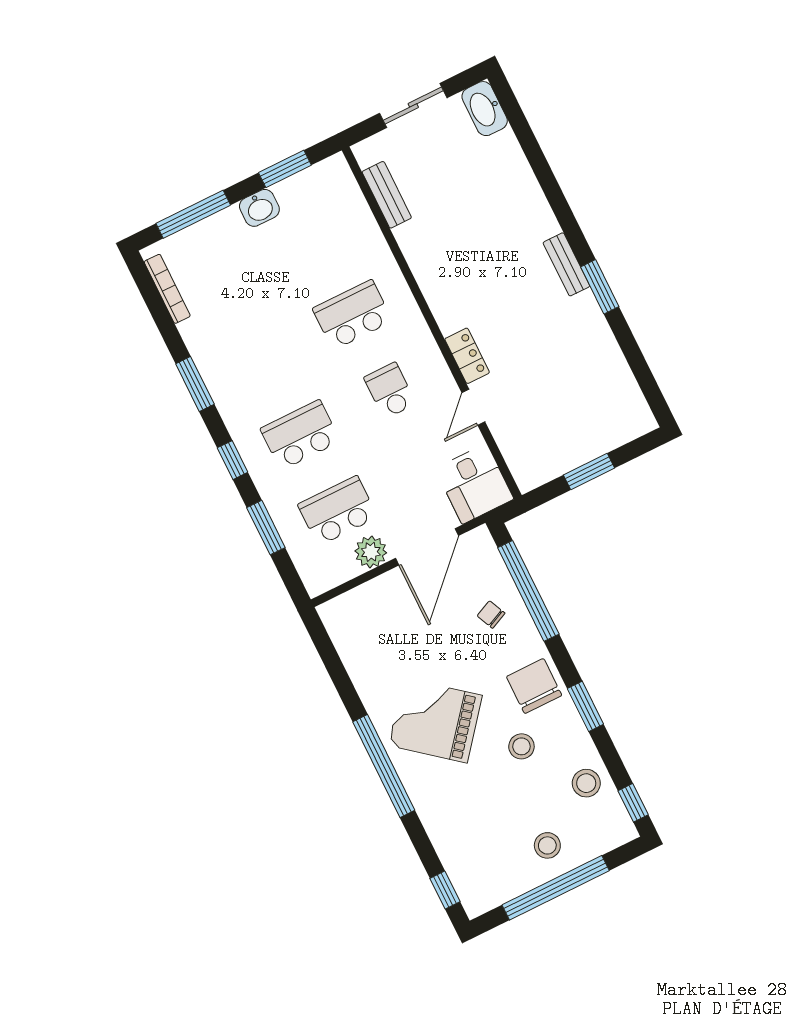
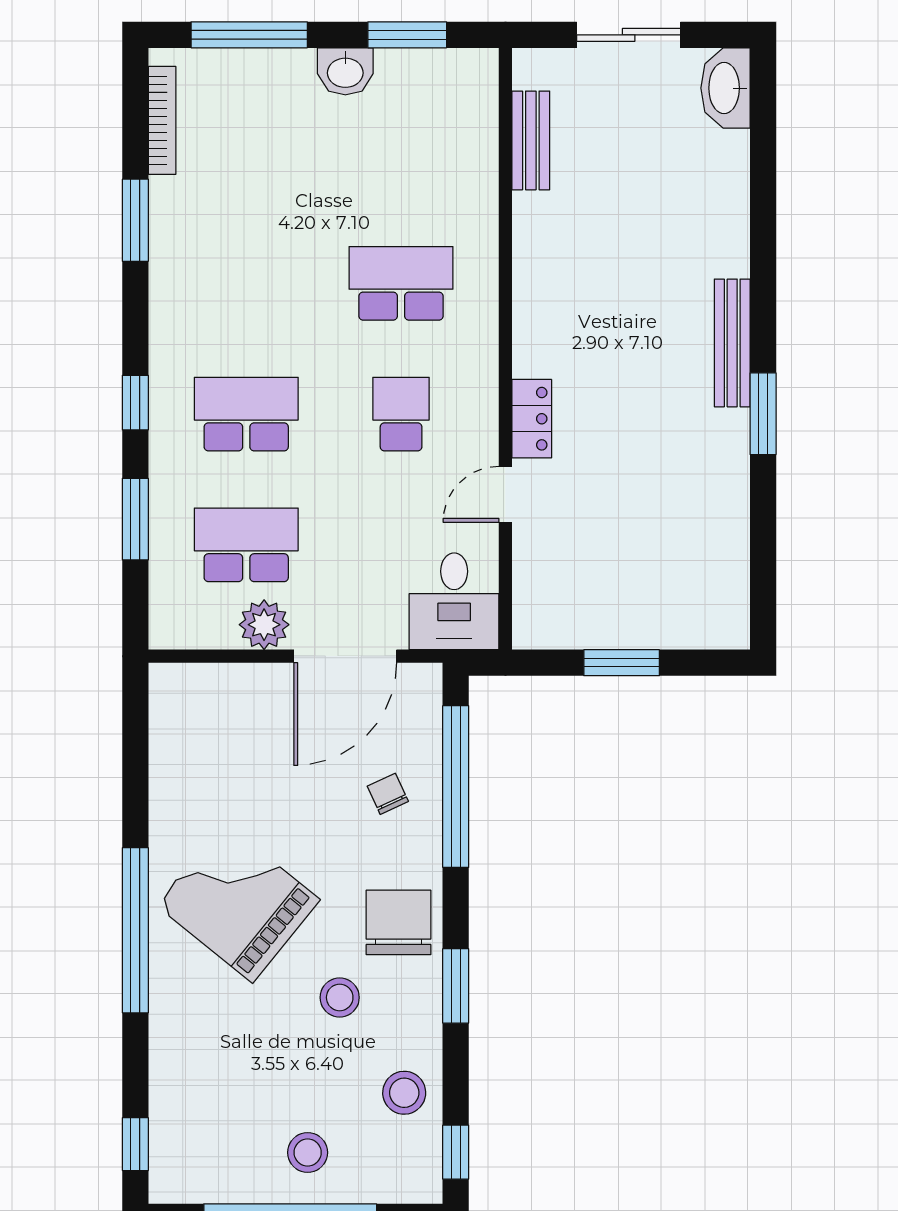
bench: (566, 264) -> (732, 343), width x1.36
window: (195, 384) -> (135, 220), moved

